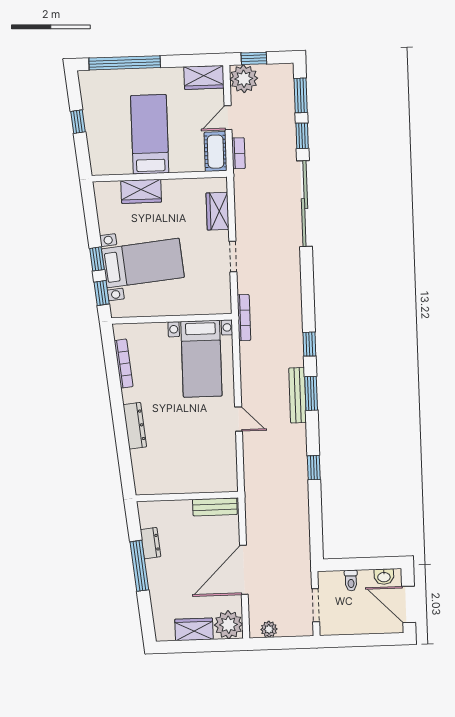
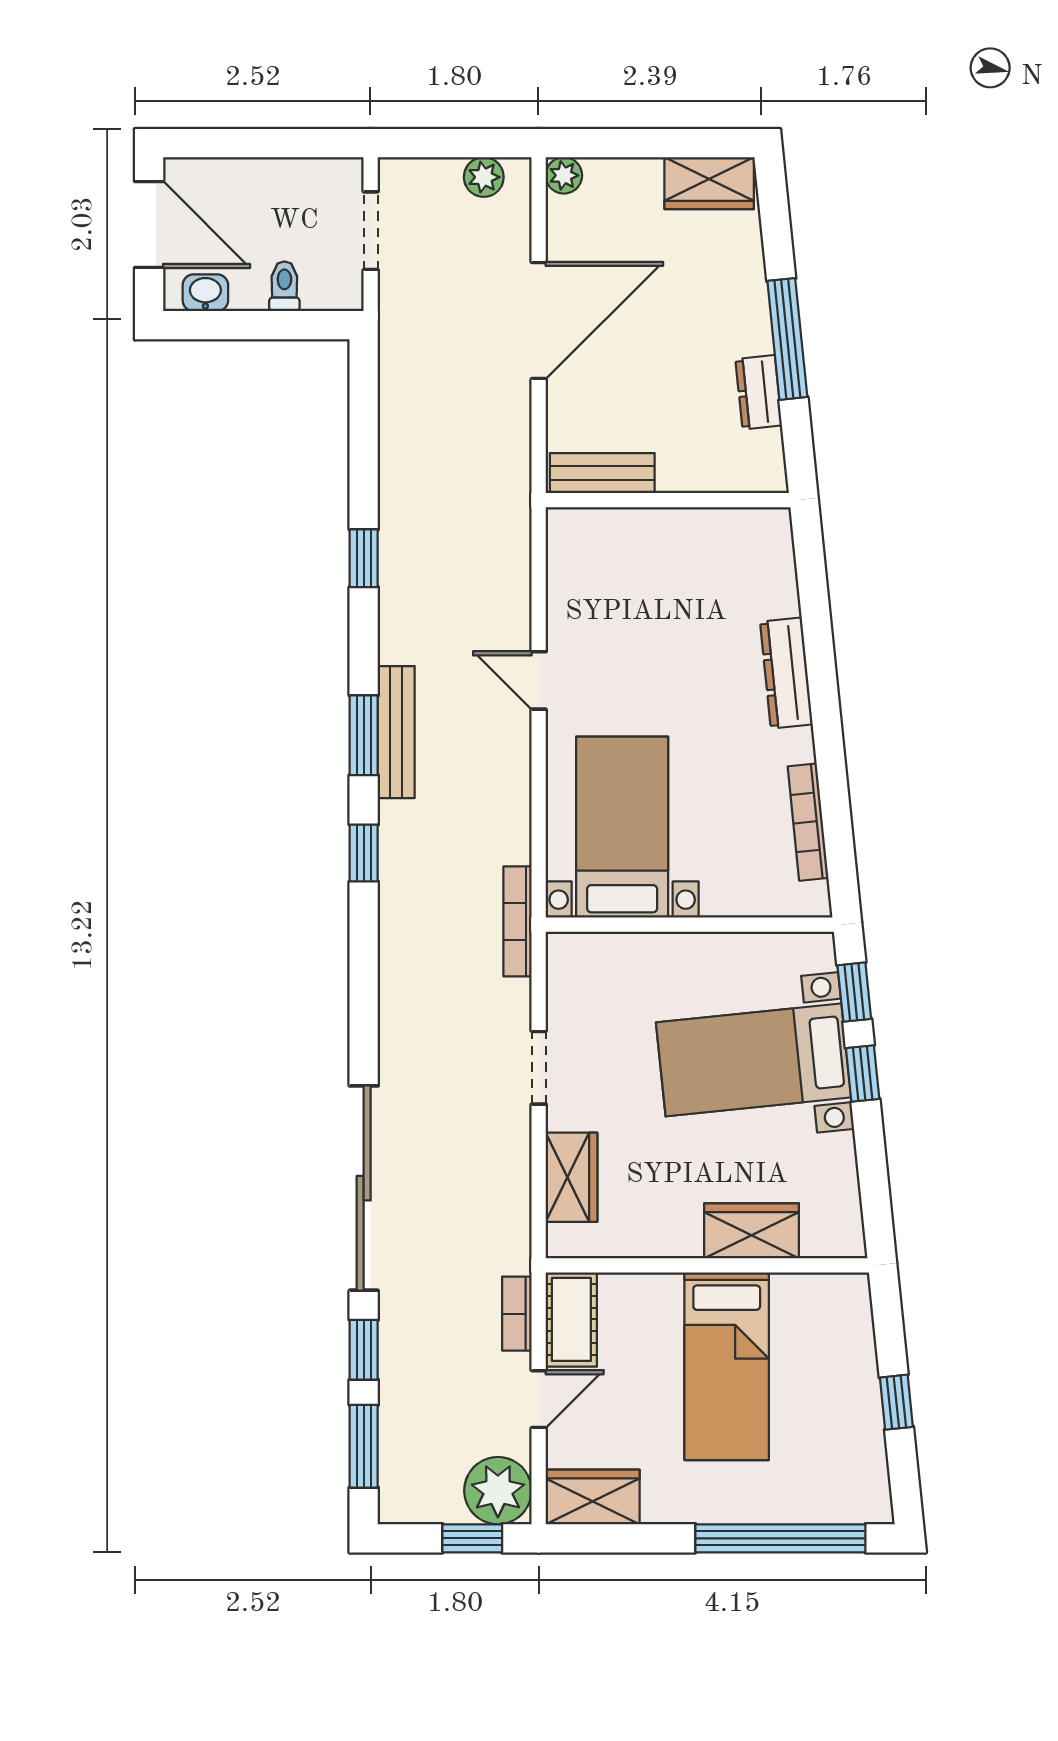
plant: (228, 625) -> (564, 175), width x0.53, depth x0.53
wardrobe: (194, 629) -> (709, 183), moved

